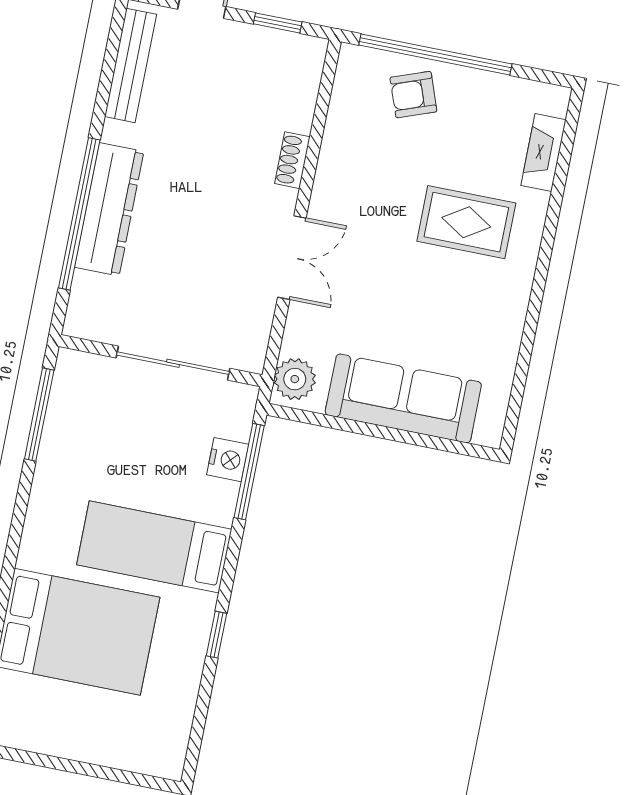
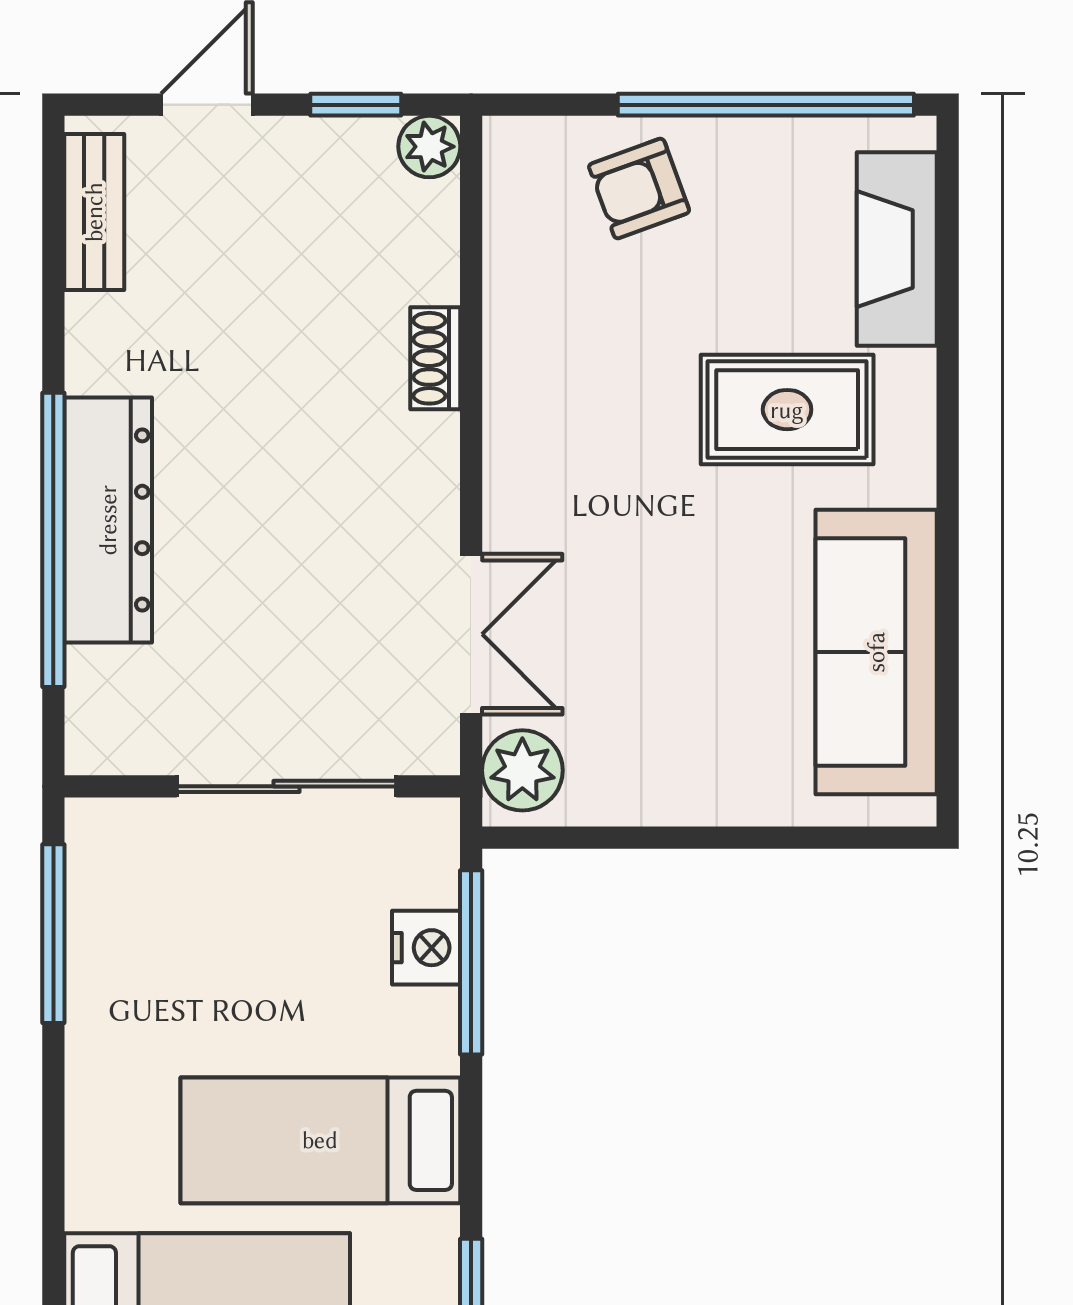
plant: (311, 52) -> (429, 147), added
window: (435, 54) -> (766, 105), moved
bench: (131, 65) -> (94, 212), width x0.73
fireplace: (543, 153) -> (897, 249), width x1.37, depth x1.32
double door: (292, 258) -> (471, 634), moved
sofa: (403, 398) -> (876, 652), moved, turned -90

